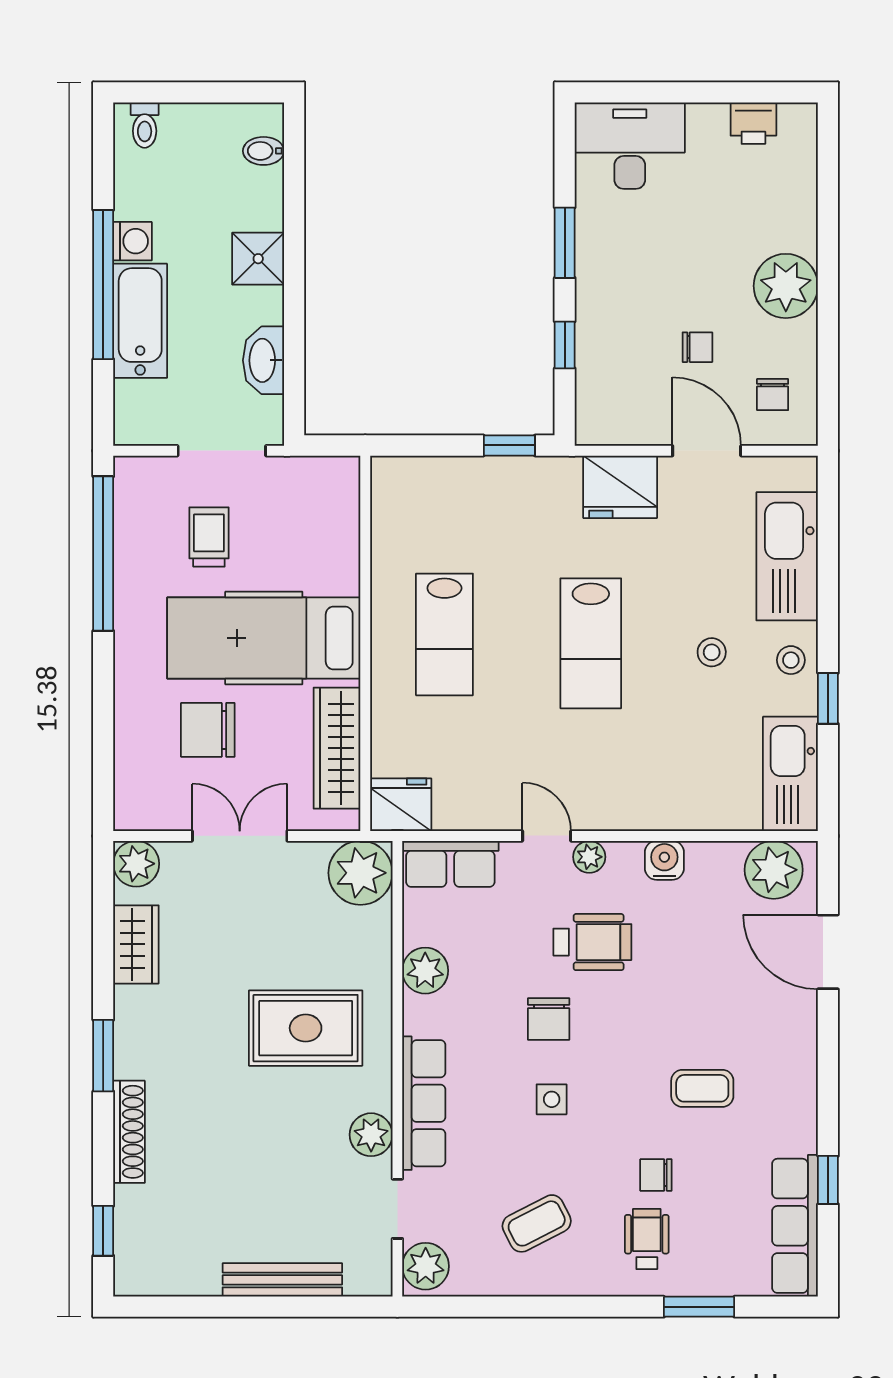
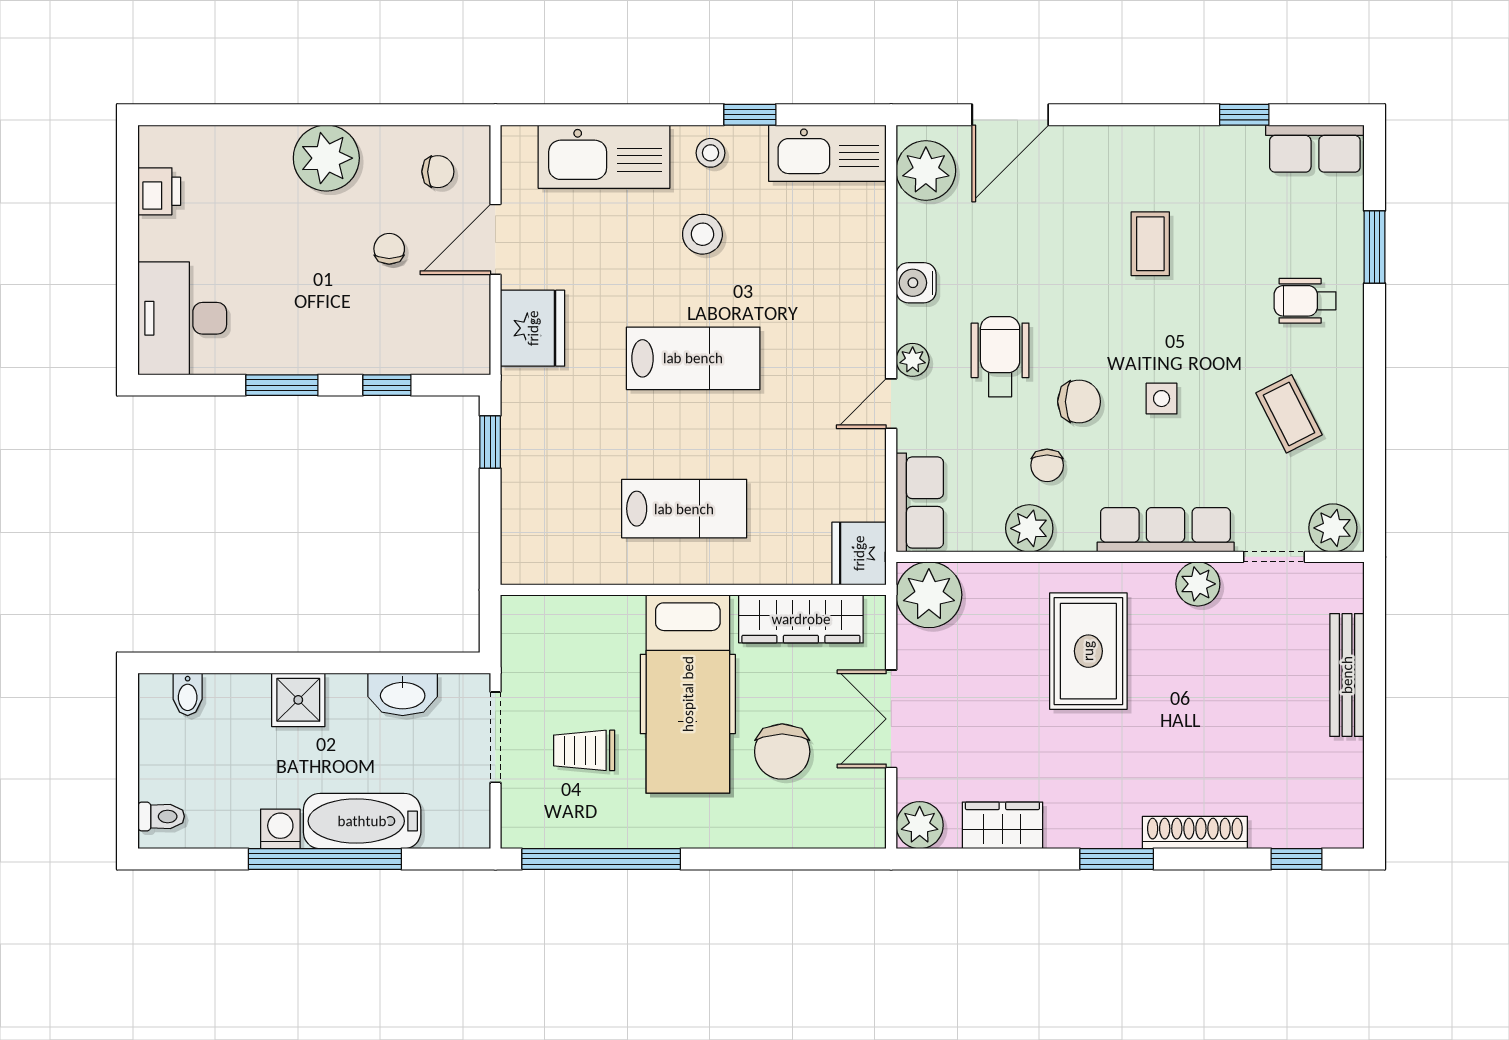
stool: (712, 652) -> (702, 234), width x1.37, depth x1.37
chair: (656, 1175) -> (1047, 465), moved
row of seats: (795, 1226) -> (1315, 149), width x0.68

